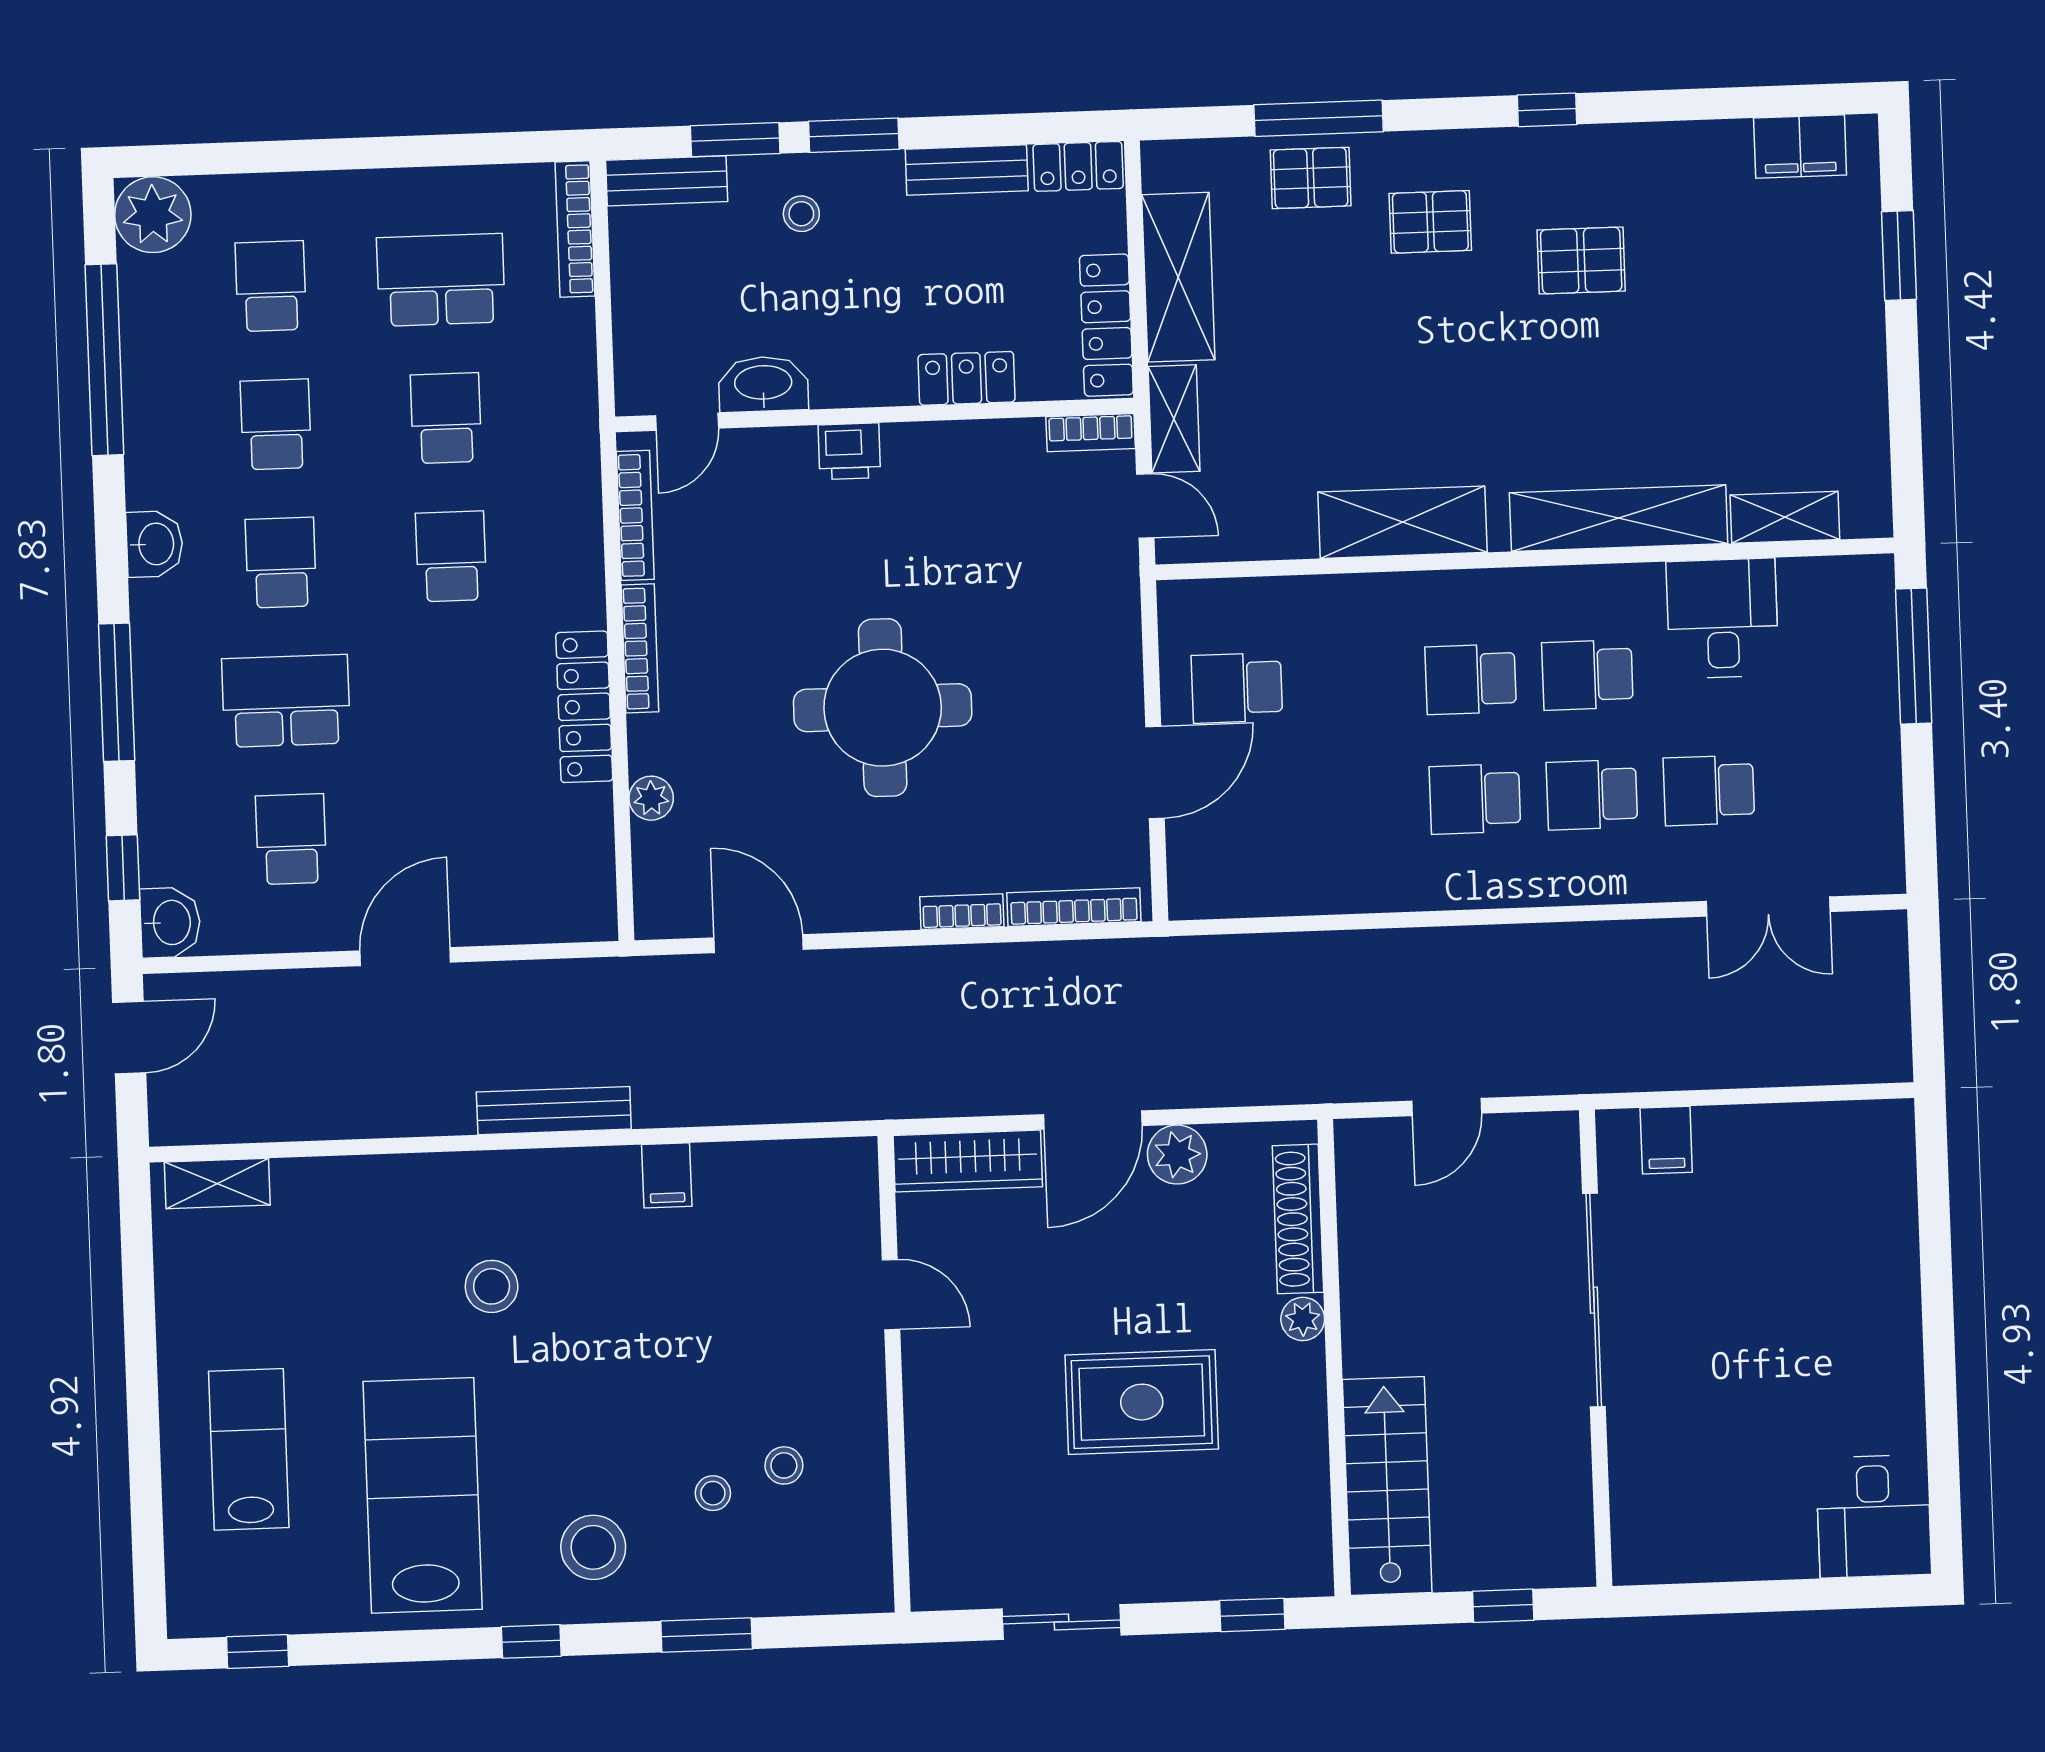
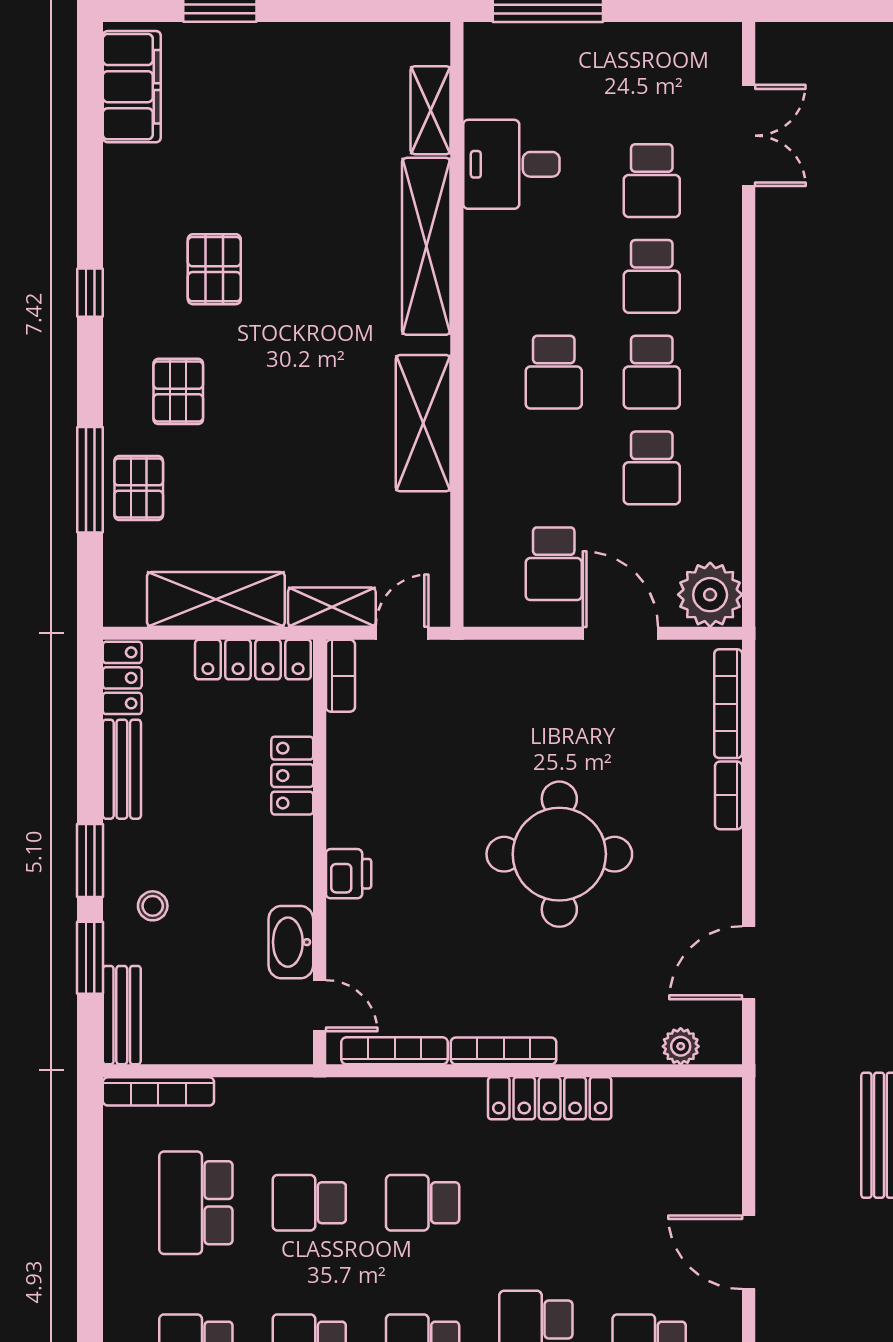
filing cabinet: (1800, 147) -> (132, 87), width x1.50, depth x1.17
school desk: (1587, 675) -> (652, 468), moved
plant: (651, 798) -> (681, 1046), moved
plant: (1206, 880) -> (710, 595), added

